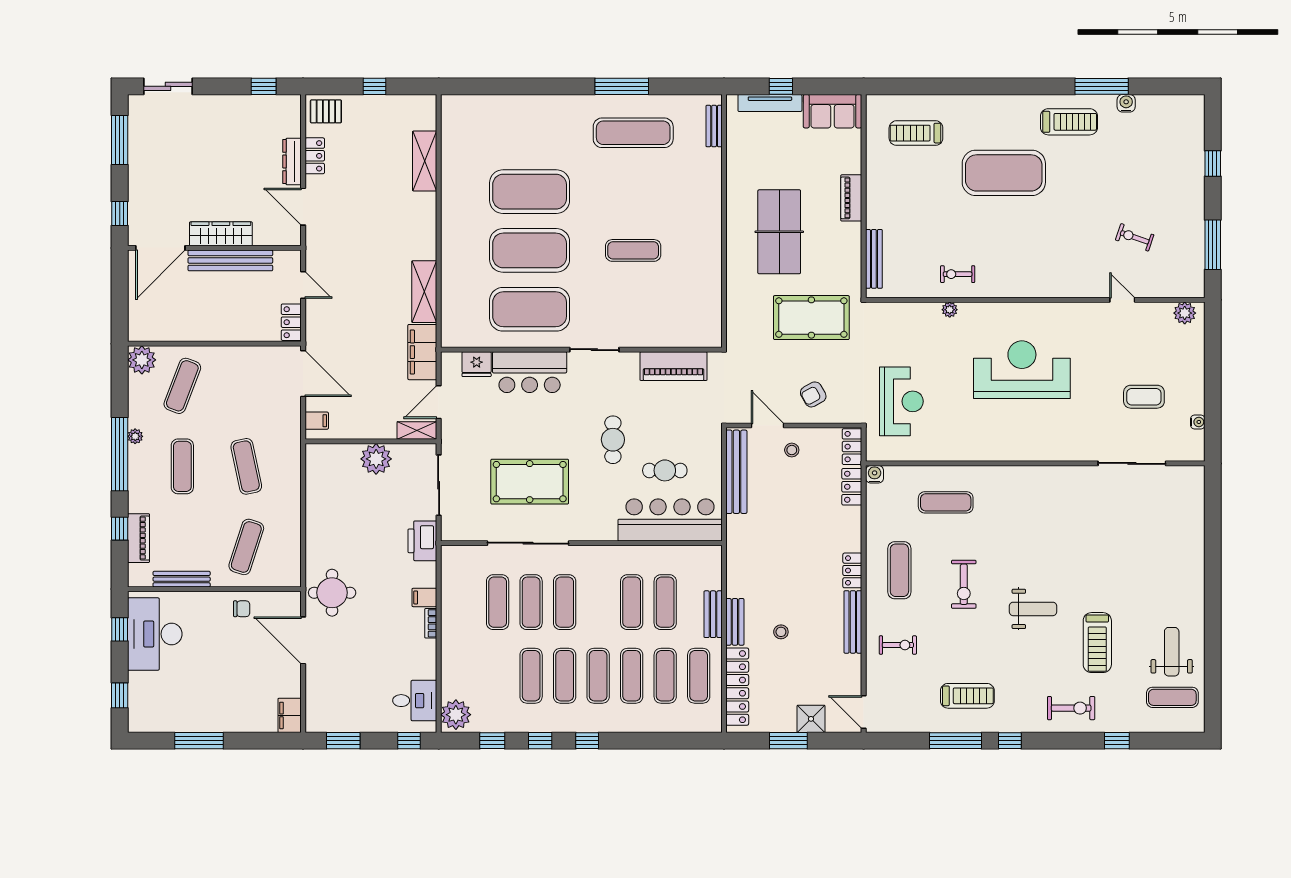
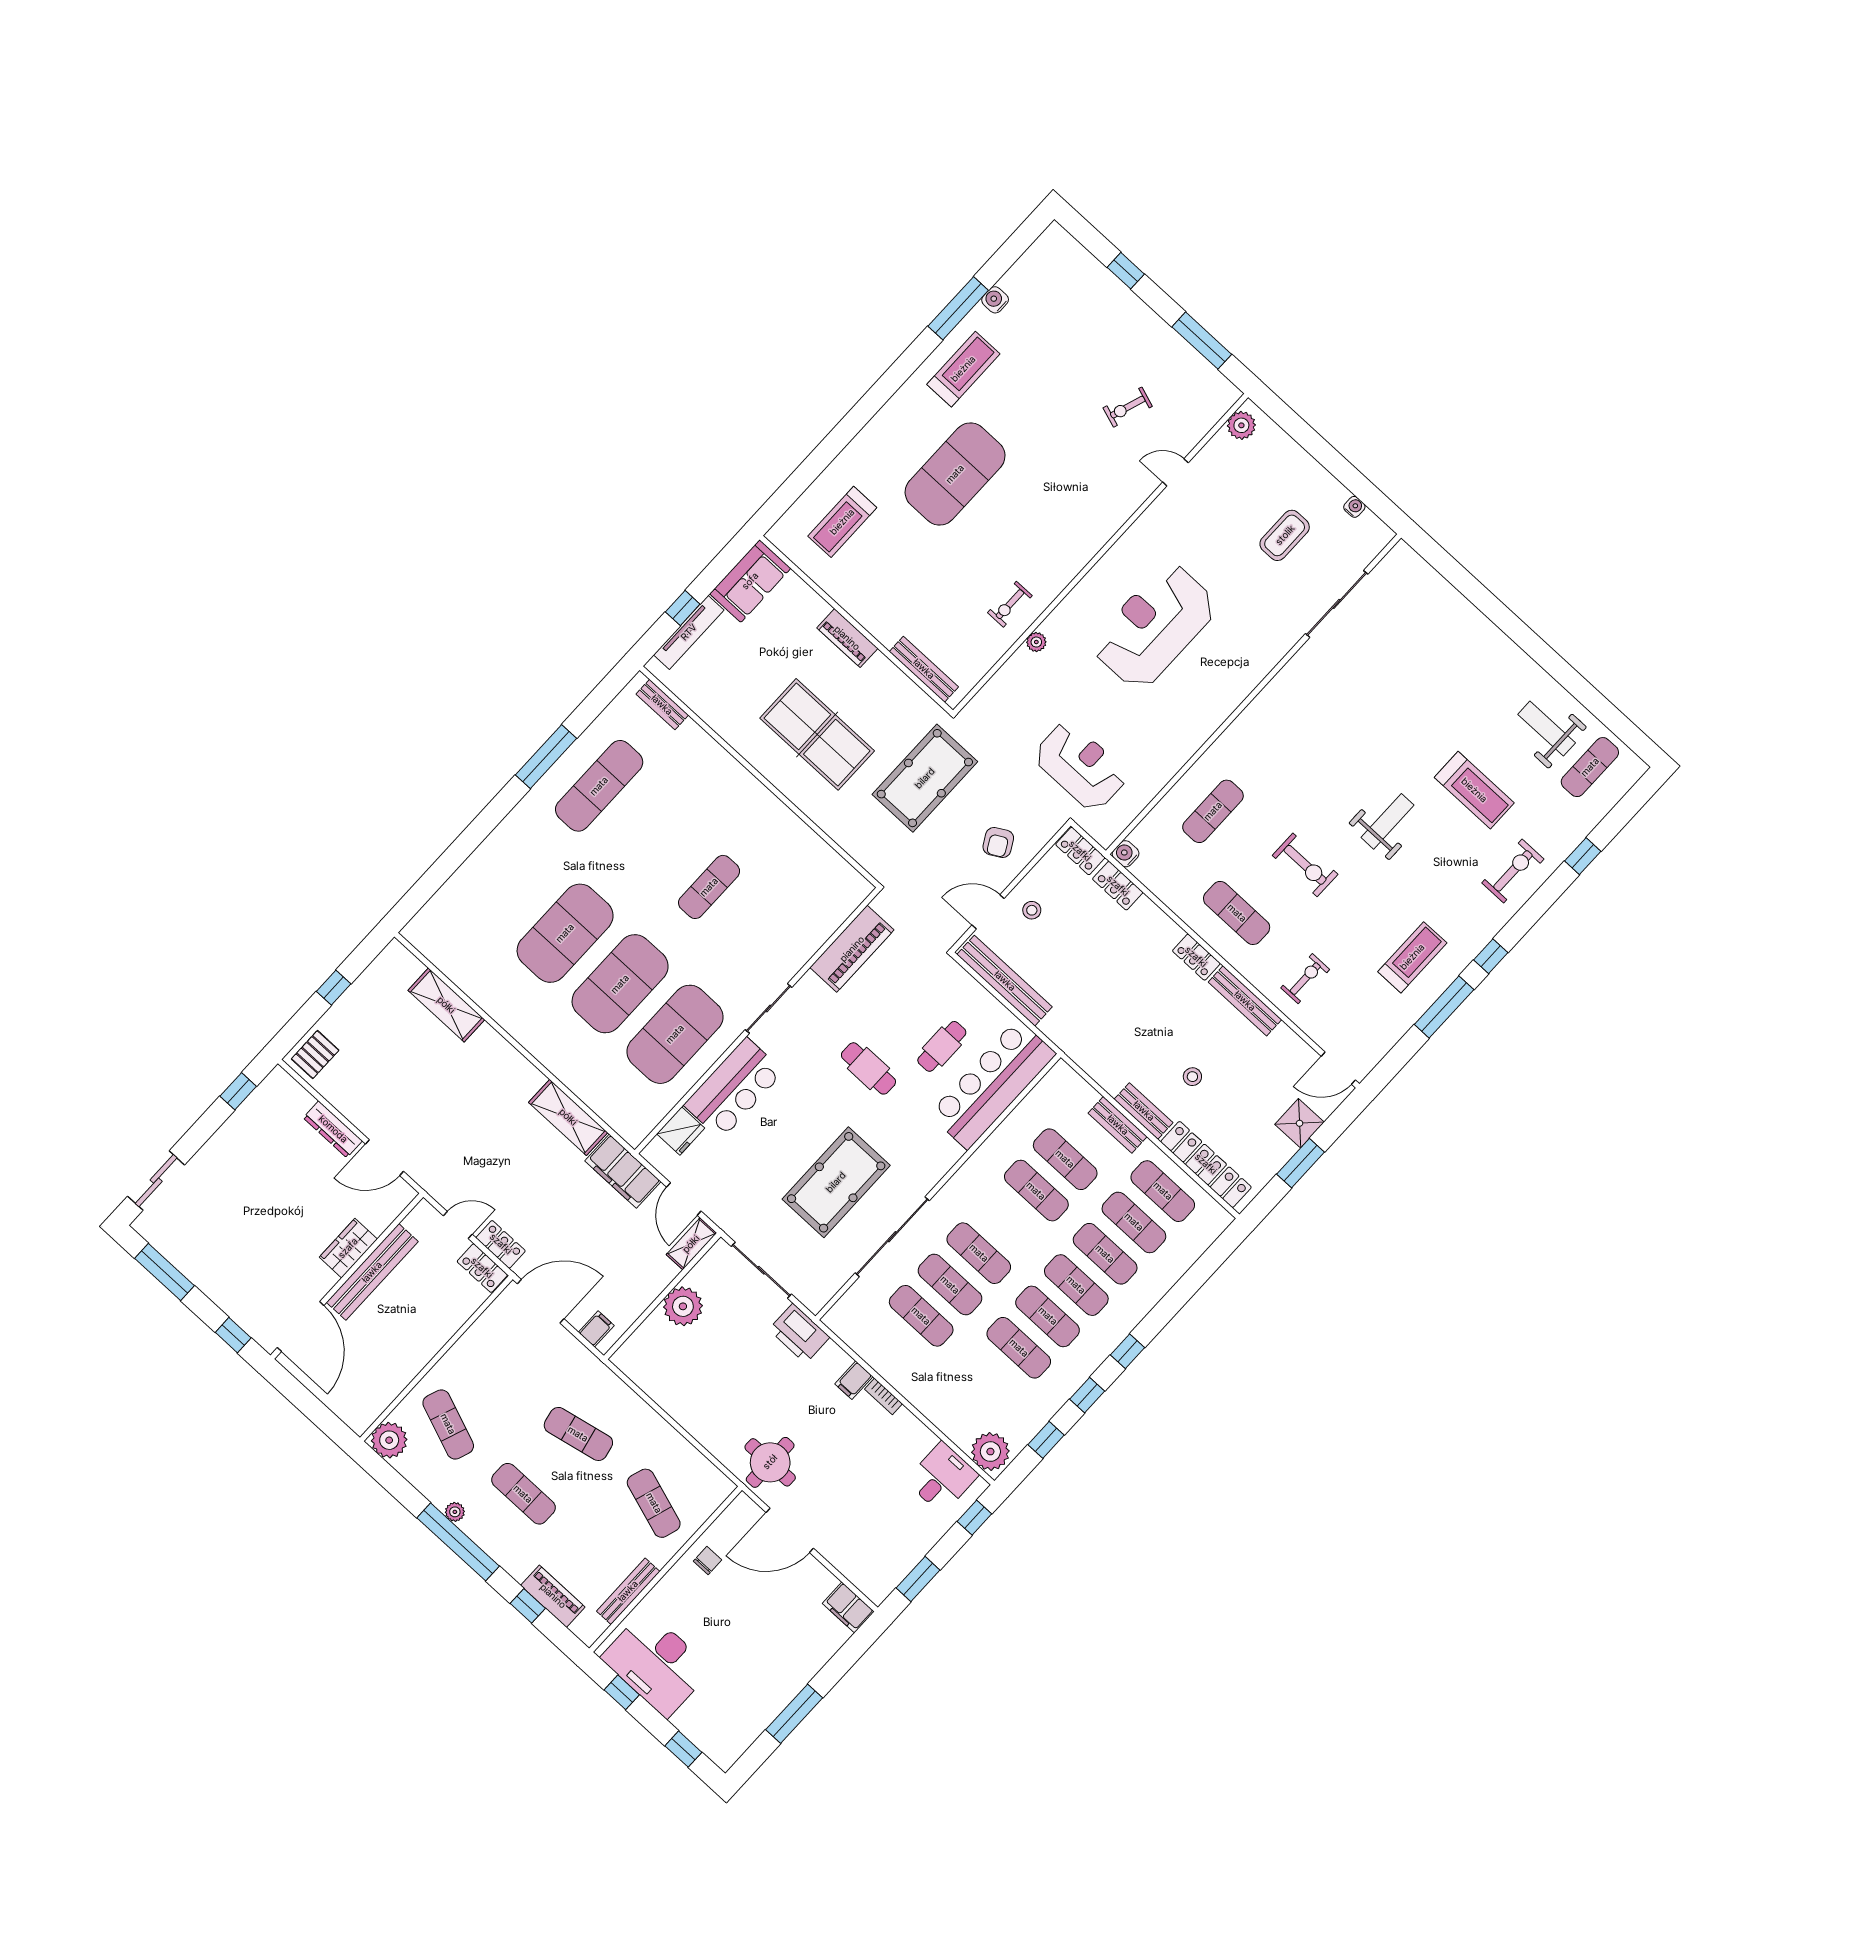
locker: (315, 156) -> (501, 1244), moved
wardrobe: (221, 234) -> (348, 1248), width x0.67

